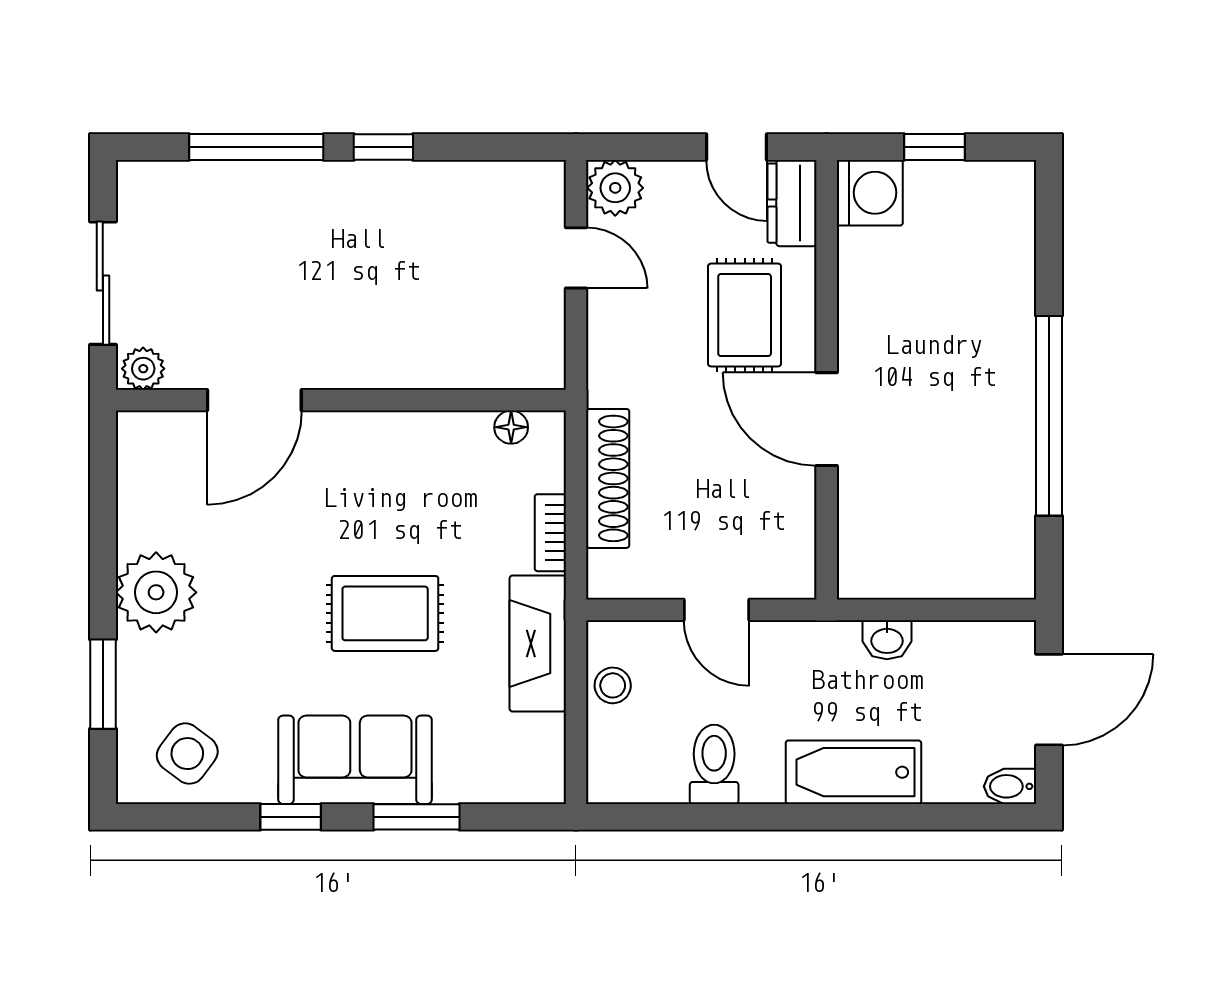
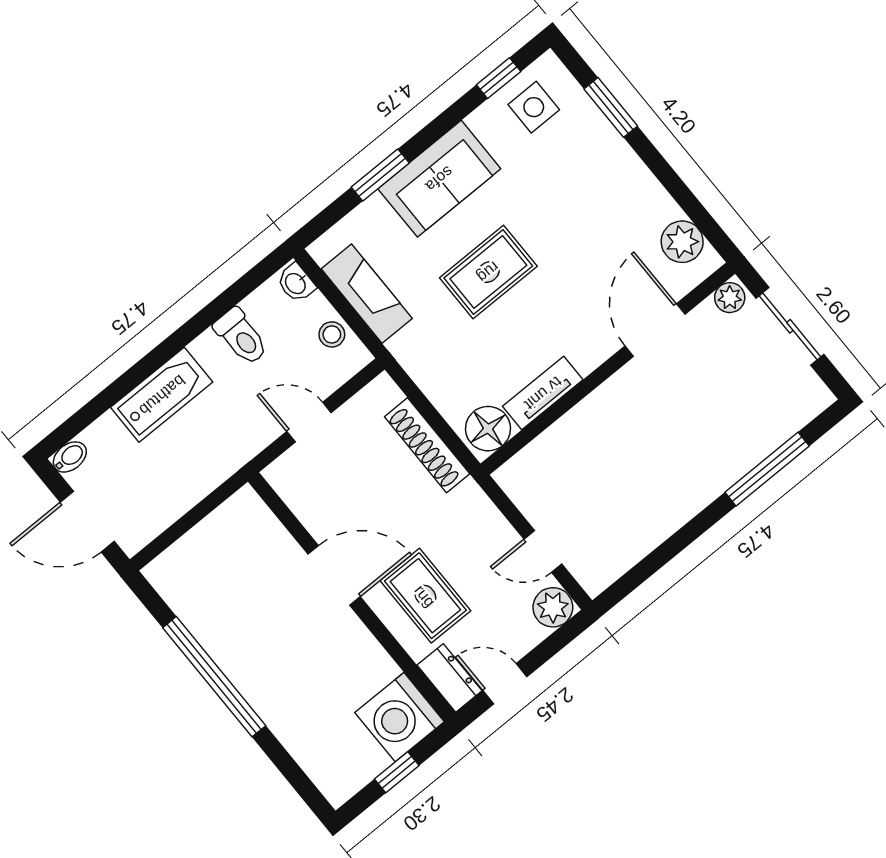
window: (383, 147) -> (698, 526), removed
washing machine: (870, 193) -> (400, 717), width x1.37, depth x1.37
floor lamp: (511, 427) -> (488, 429), width x1.89, depth x1.89
tv unit: (434, 432) -> (543, 393), added
bookcase: (550, 533) -> (434, 390), removed
plant: (156, 592) -> (682, 242), moved, width x0.73, depth x0.73
washbasin: (887, 640) -> (296, 283), moved, turned -90
fireplace: (538, 643) -> (367, 294), moved
door: (1049, 700) -> (87, 522), hinge flipped
side table: (187, 754) -> (534, 107), turned -37
window: (291, 817) -> (499, 78), moved

